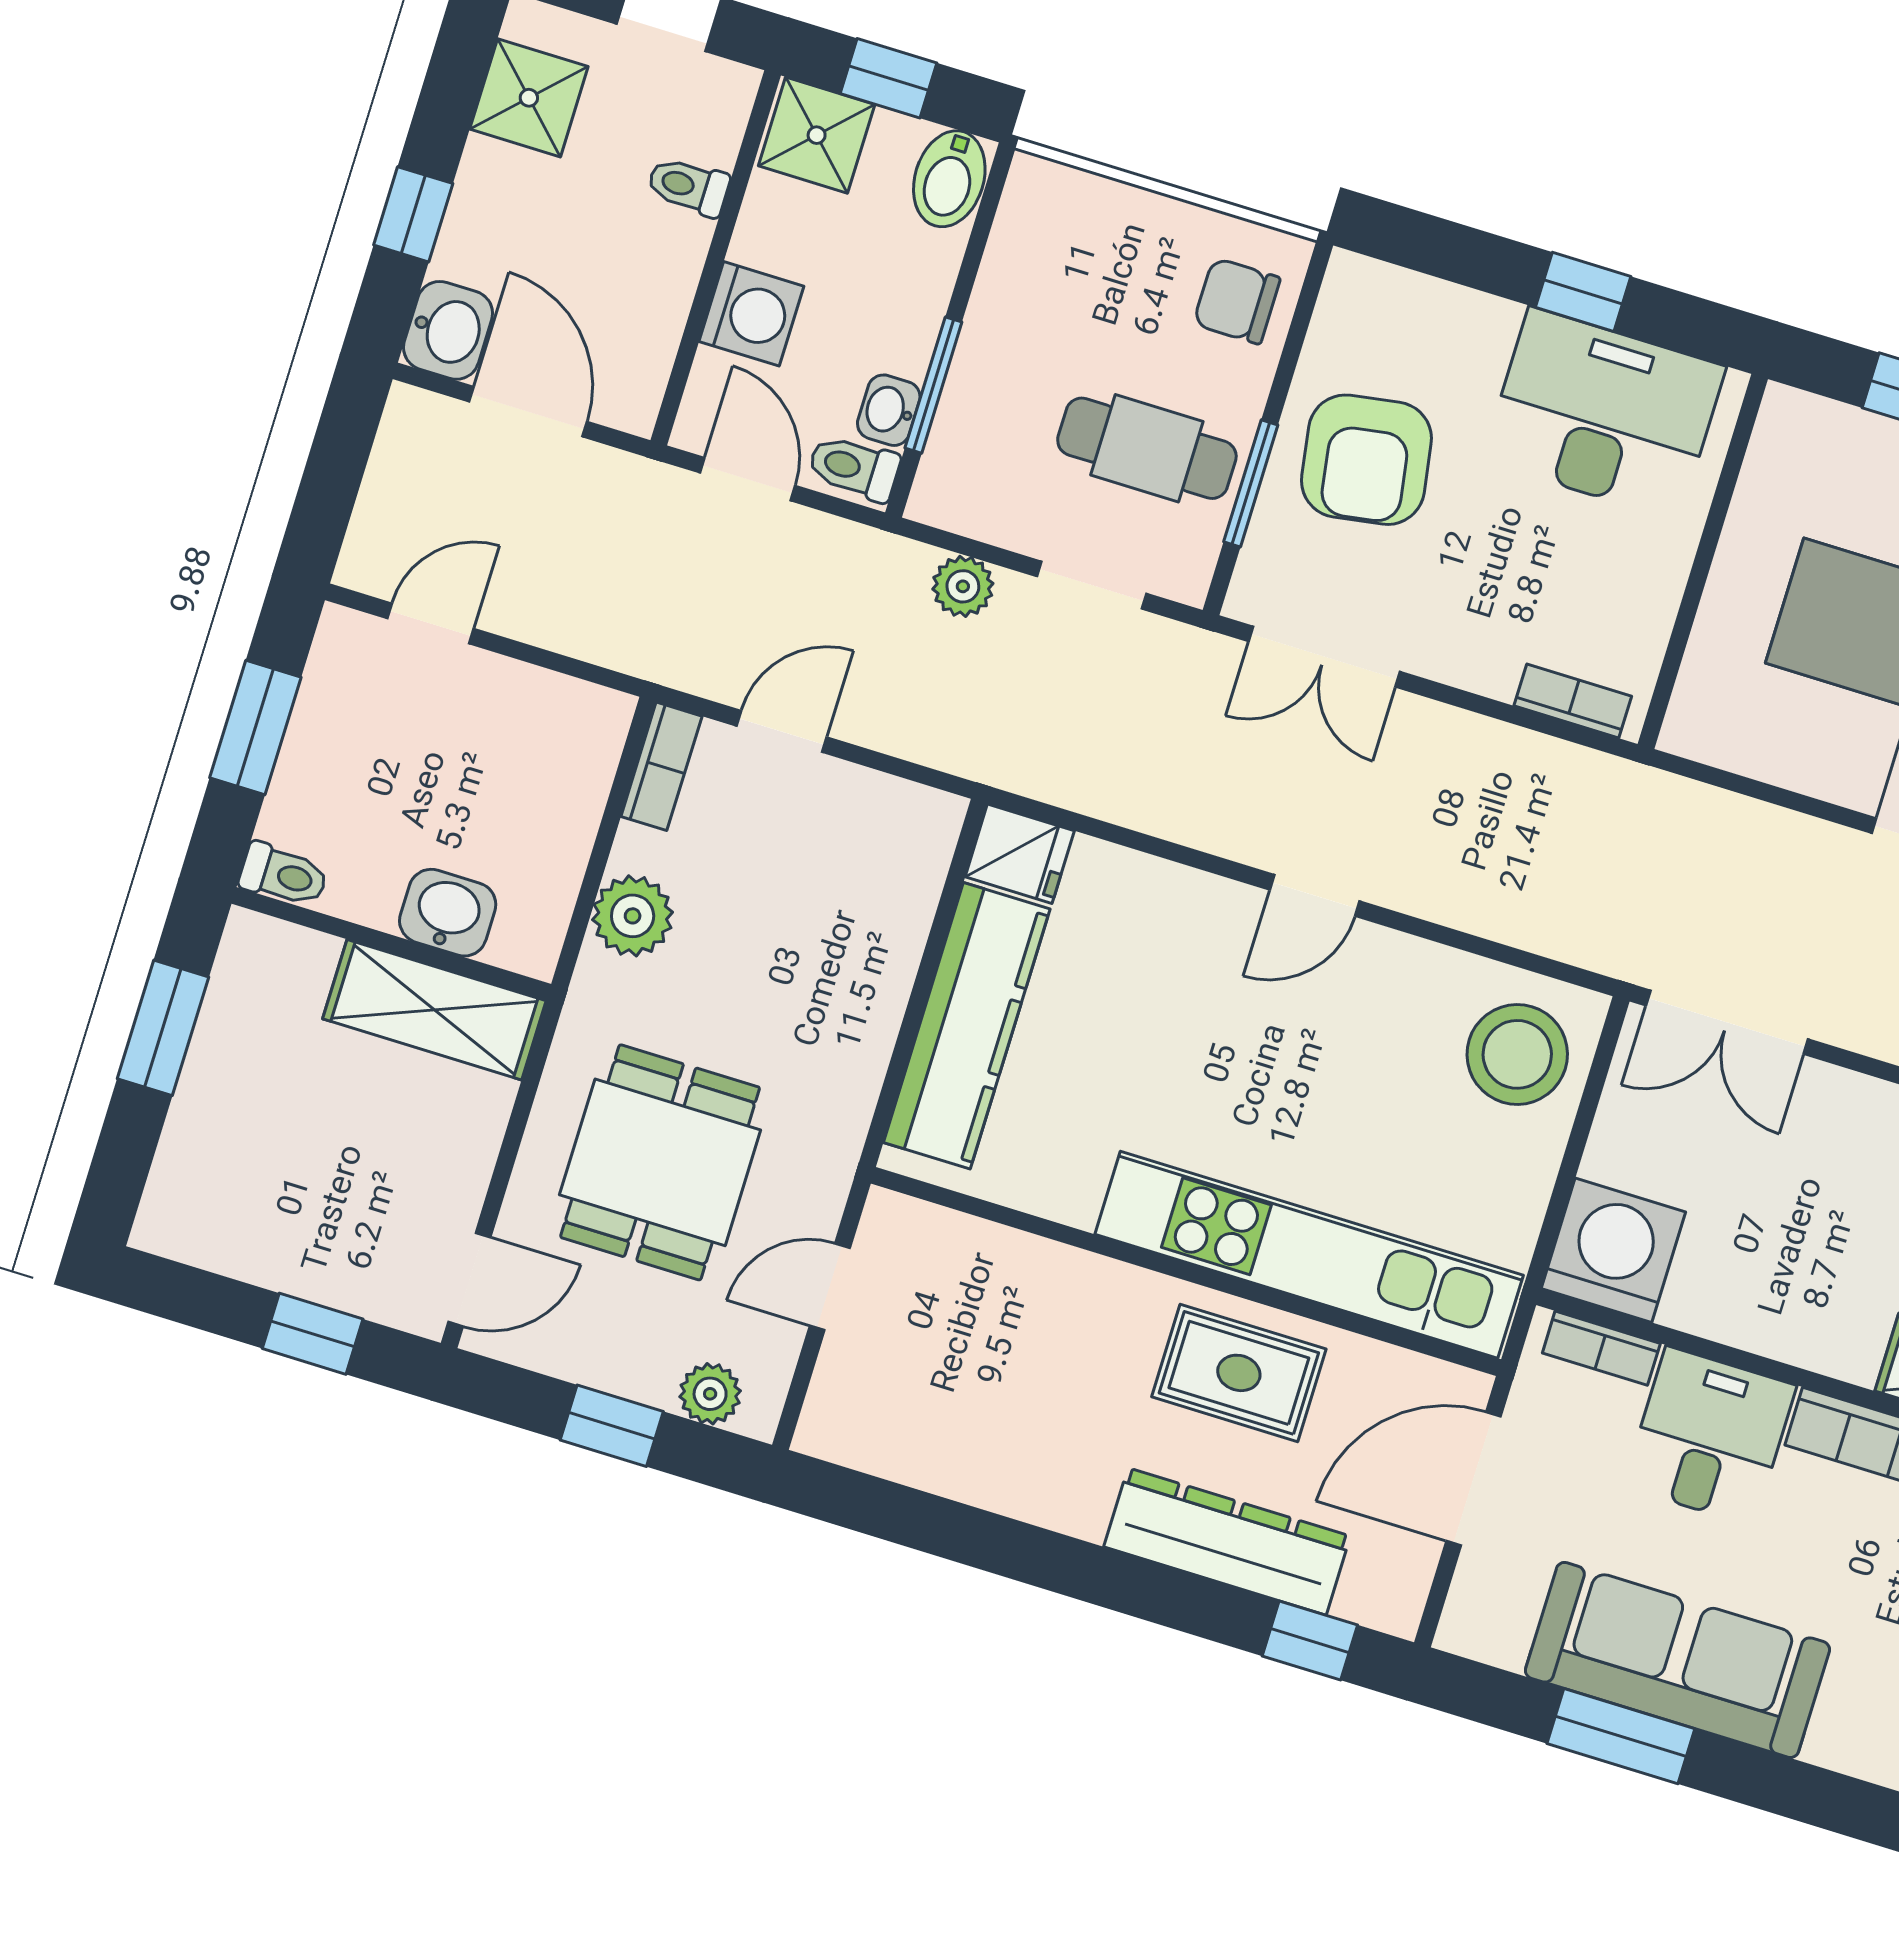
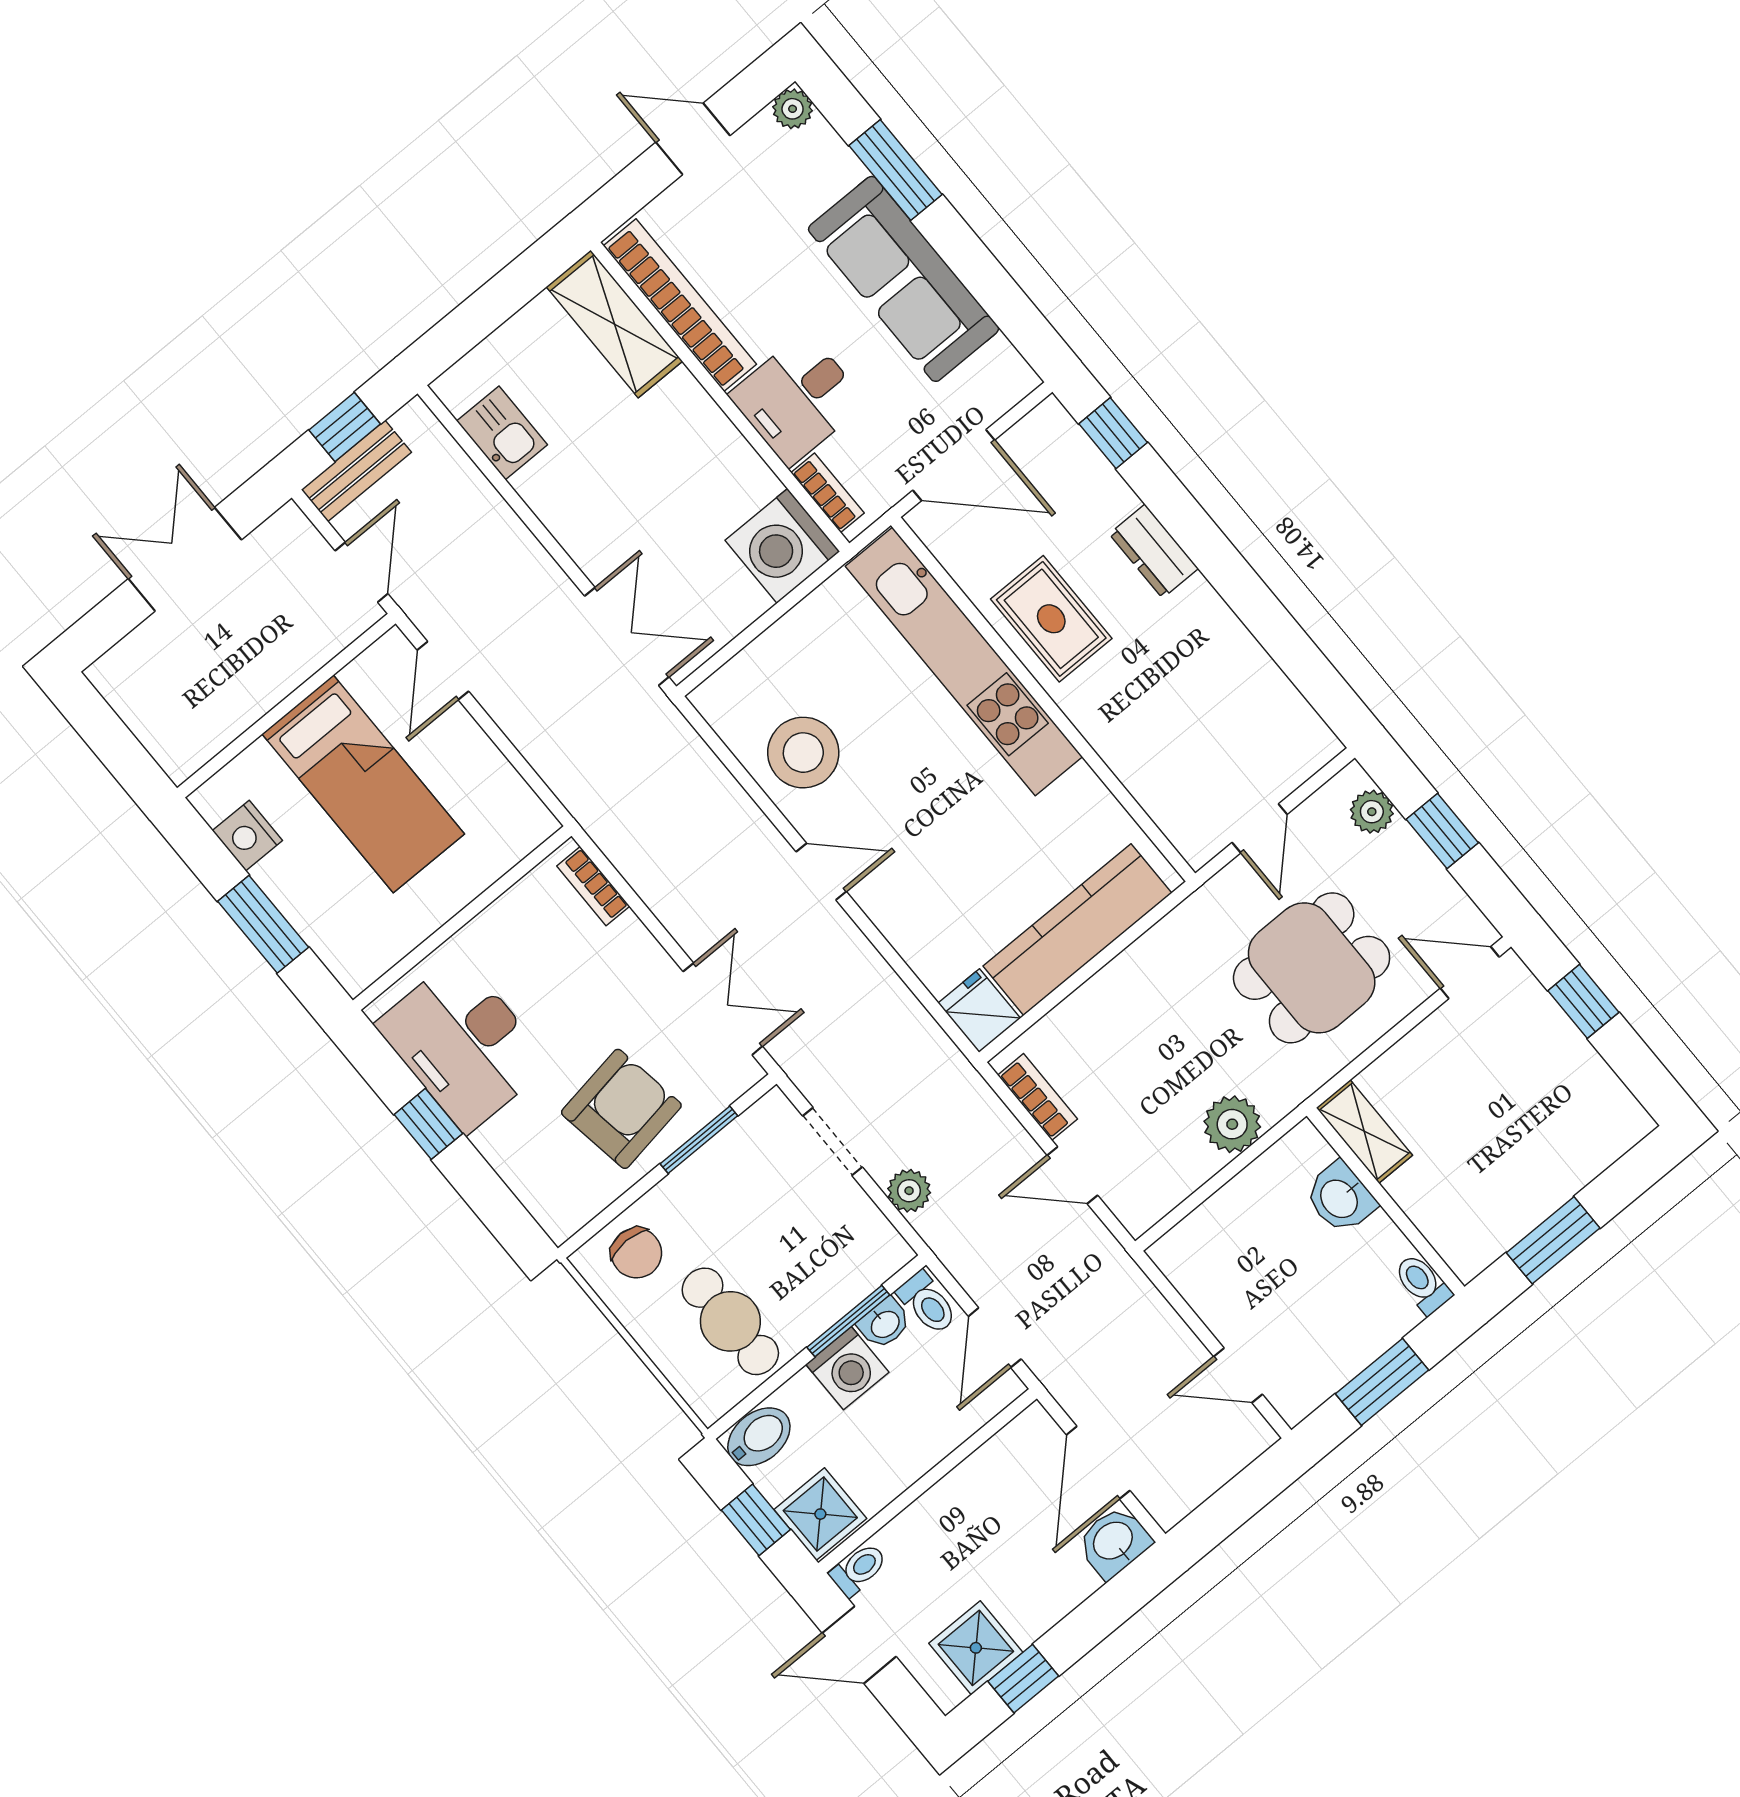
toilet: (688, 186) -> (859, 1569), moved, turned -90
window: (413, 214) -> (1023, 1679), moved
washing machine: (751, 314) -> (847, 1368), moved, turned 180
cafe table: (1147, 448) -> (730, 1321), moved
bookcase: (661, 766) -> (1038, 1097), moved, turned 90
shelving: (434, 1010) -> (1364, 1131), width x0.67, depth x0.75
stool: (1517, 1054) -> (803, 753), moved
door: (830, 1287) -> (1260, 828), hinge flipped
dresser: (1227, 1541) -> (1154, 551), width x0.51, depth x0.80
window: (1621, 1736) -> (895, 170), moved

